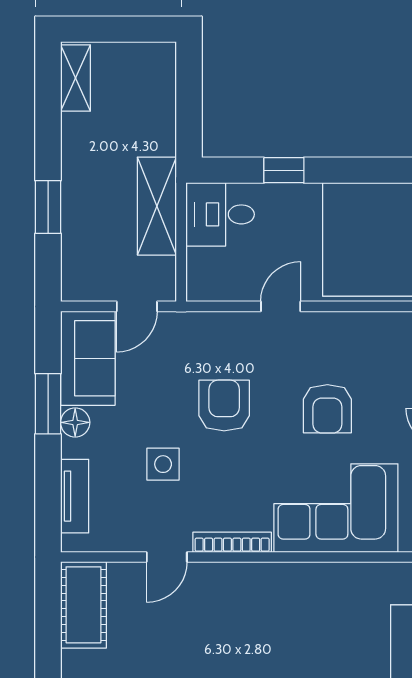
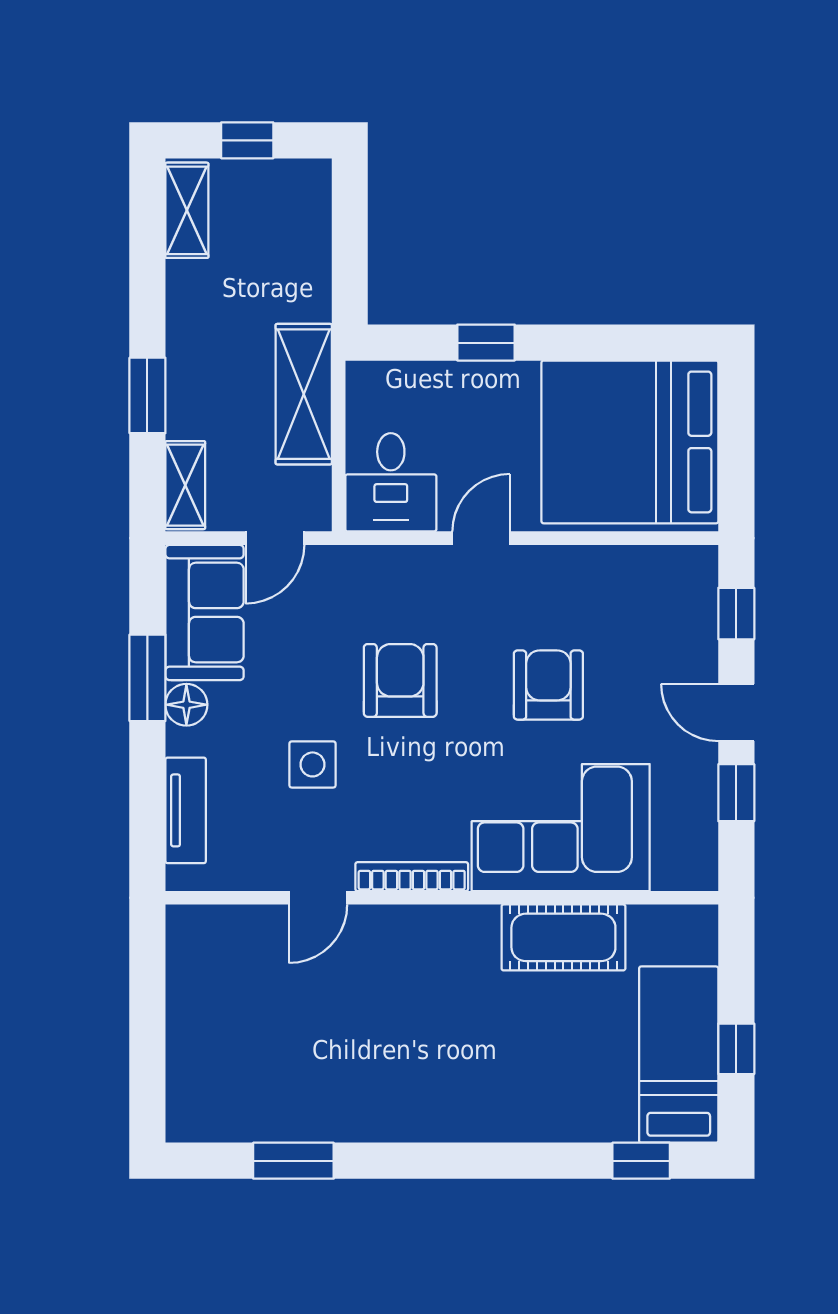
window: (118, 29) -> (247, 140), added
desk: (220, 214) -> (391, 482), moved, turned -90
shelving: (74, 269) -> (185, 485), added
armchair: (327, 409) -> (548, 685), turned 180
cot: (84, 605) -> (563, 937), moved, turned 90

